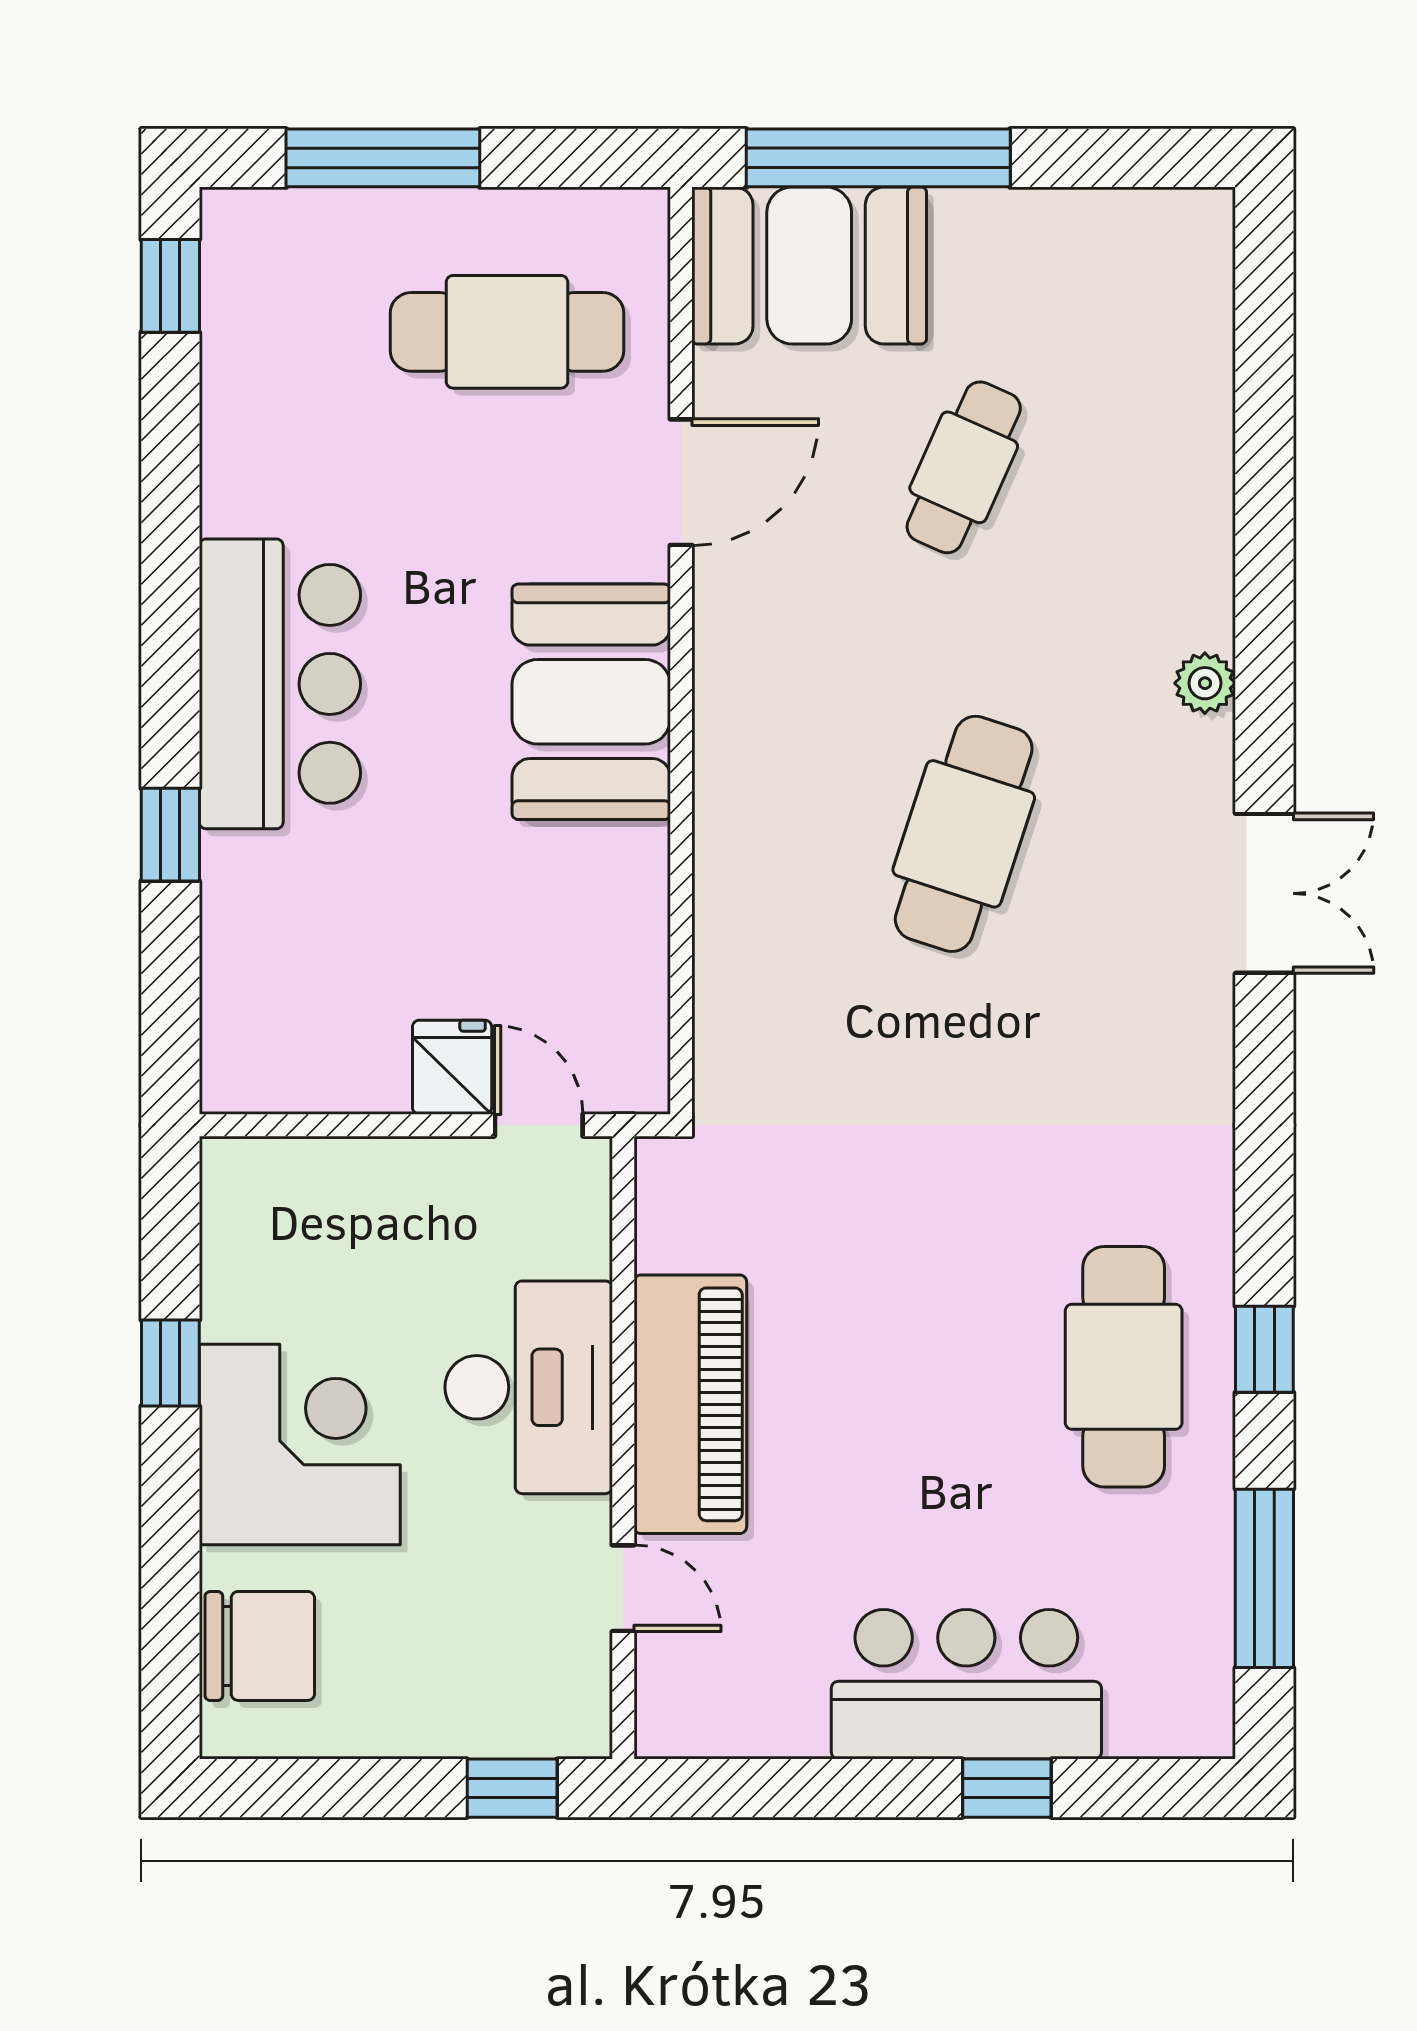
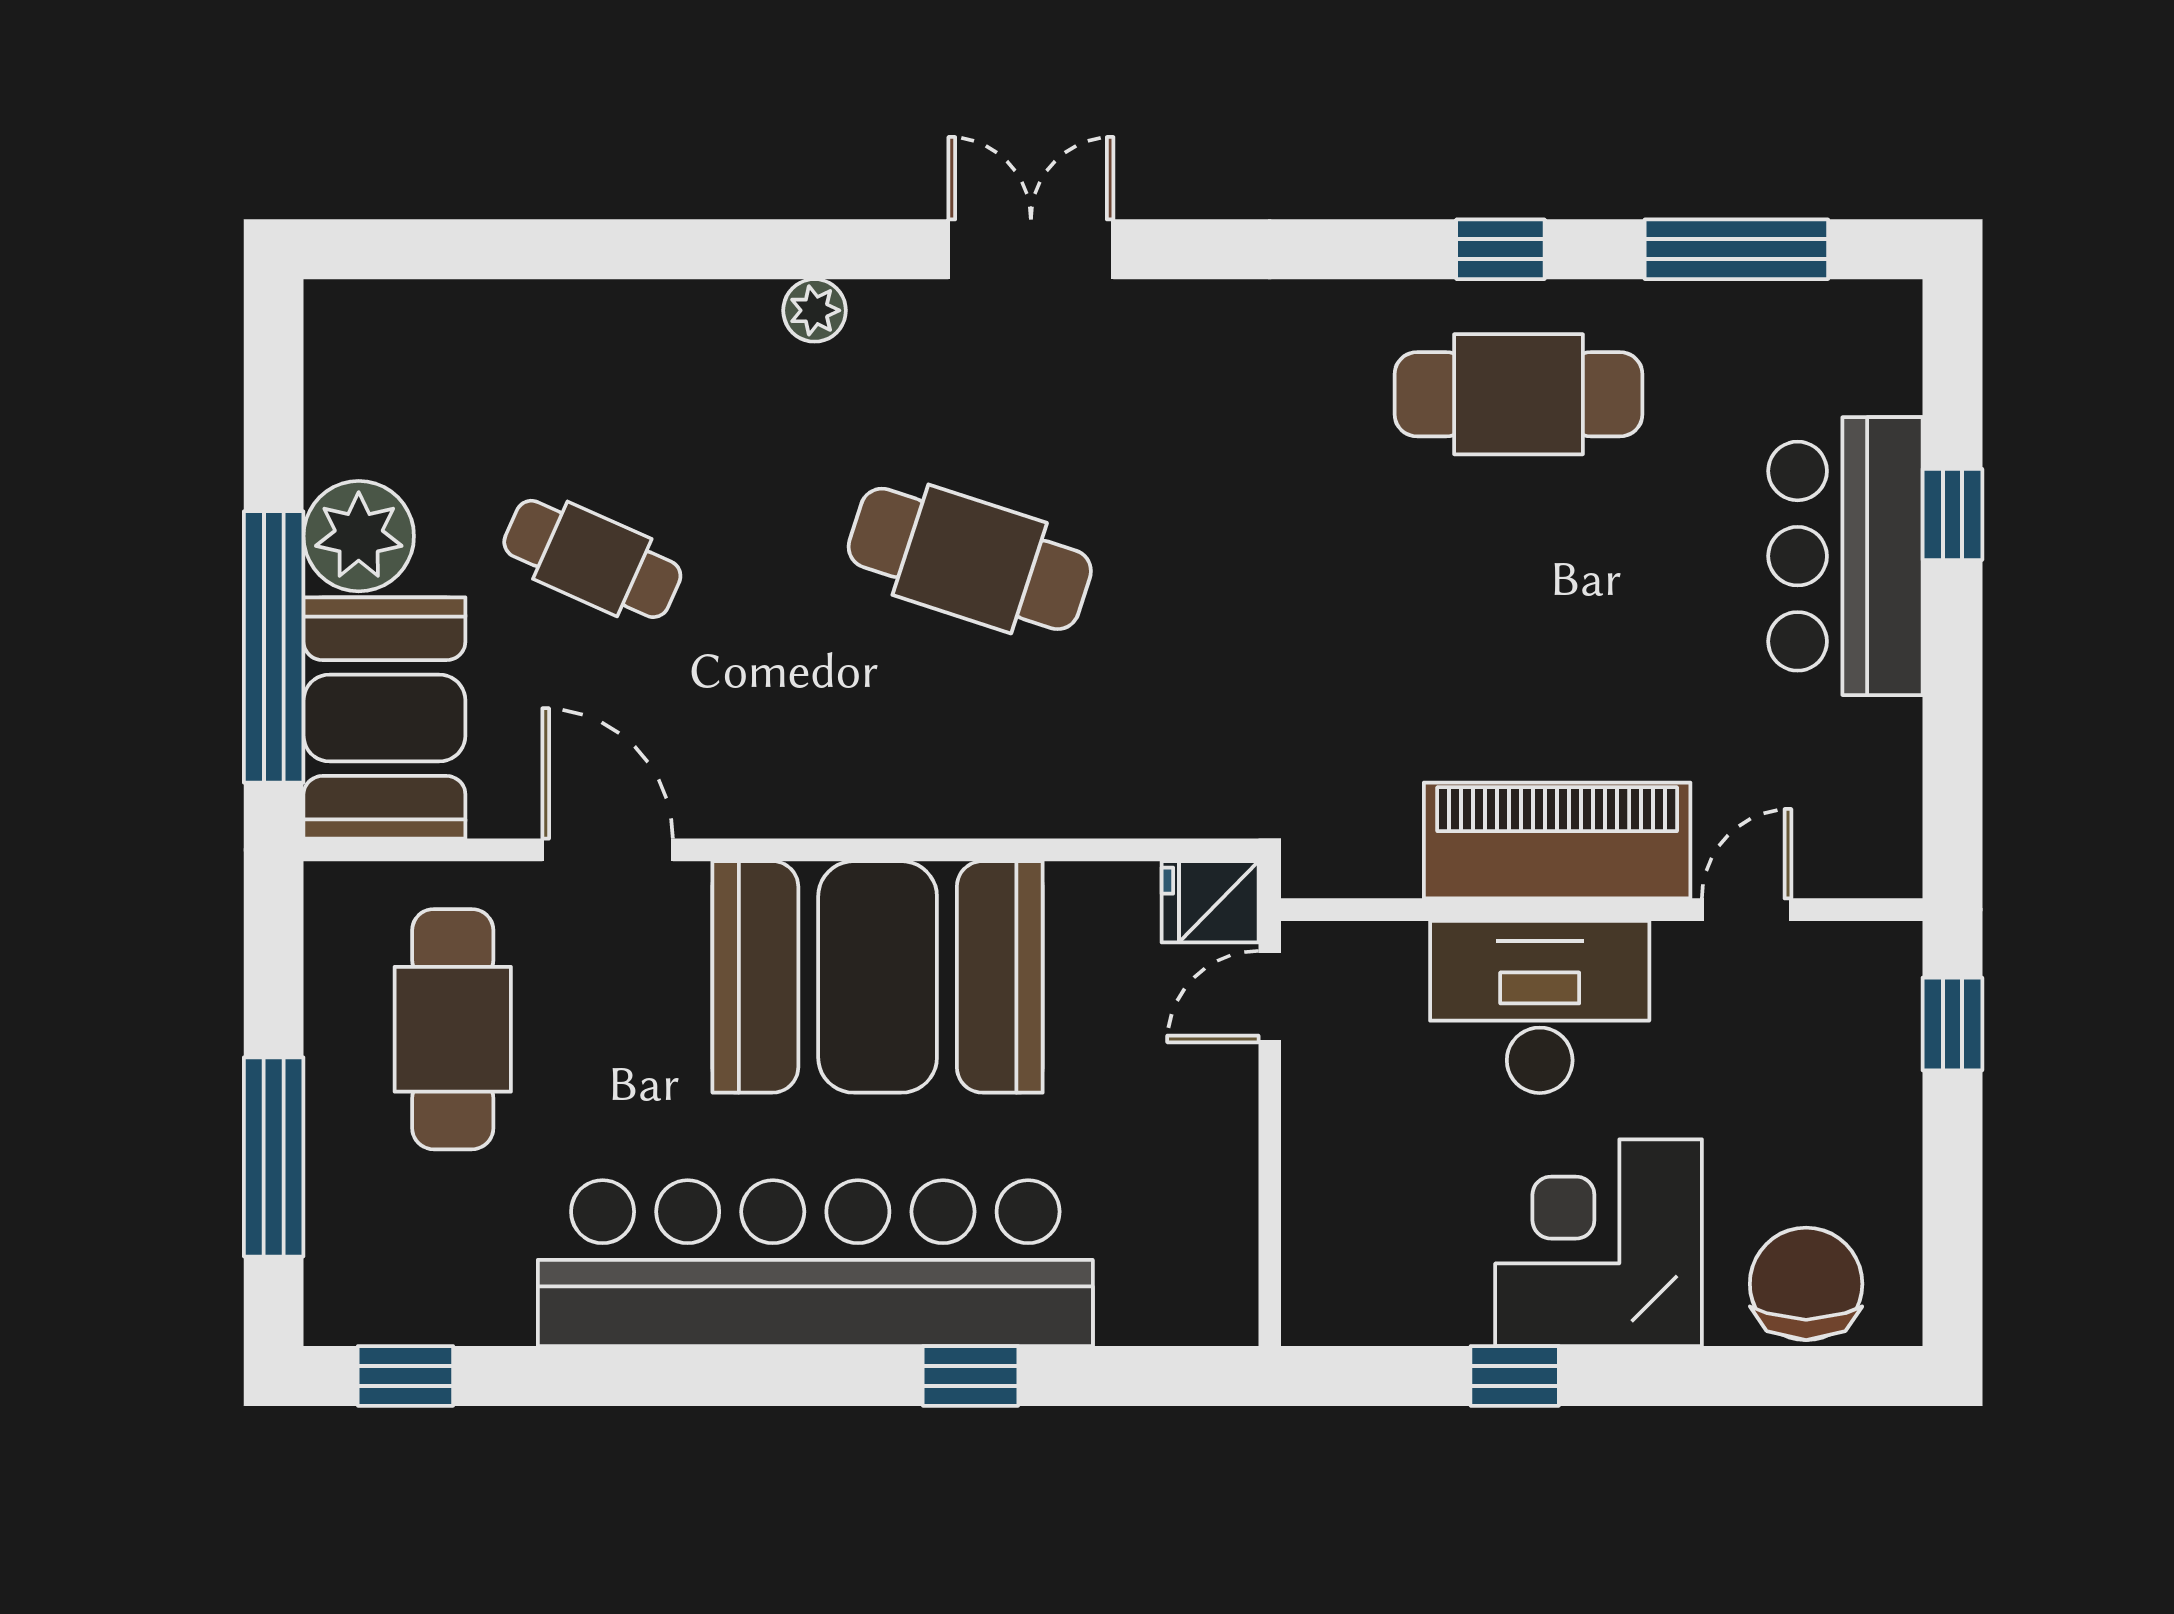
plant: (986, 241) -> (359, 536), added
bar counter: (280, 684) -> (815, 1263), width x1.86
booth: (591, 702) -> (878, 977), width x1.36, depth x1.42
fridge: (452, 1067) -> (1210, 902), moved

